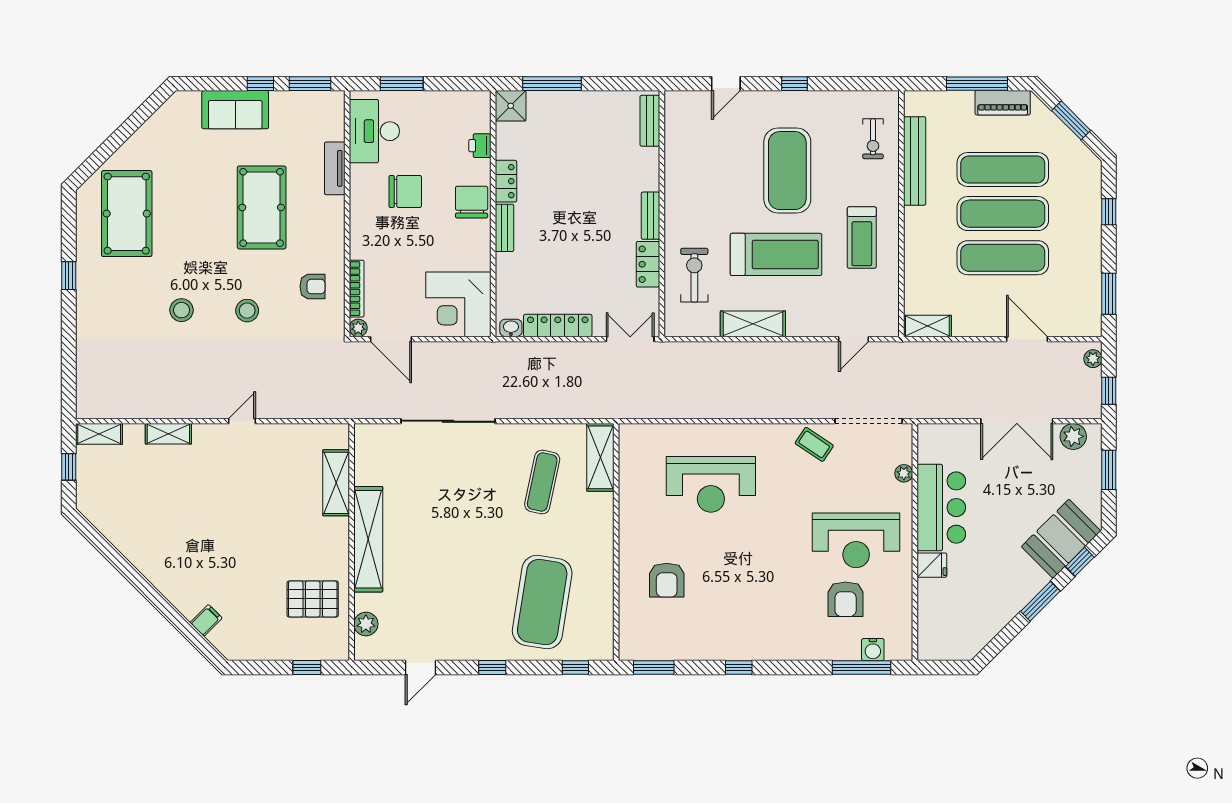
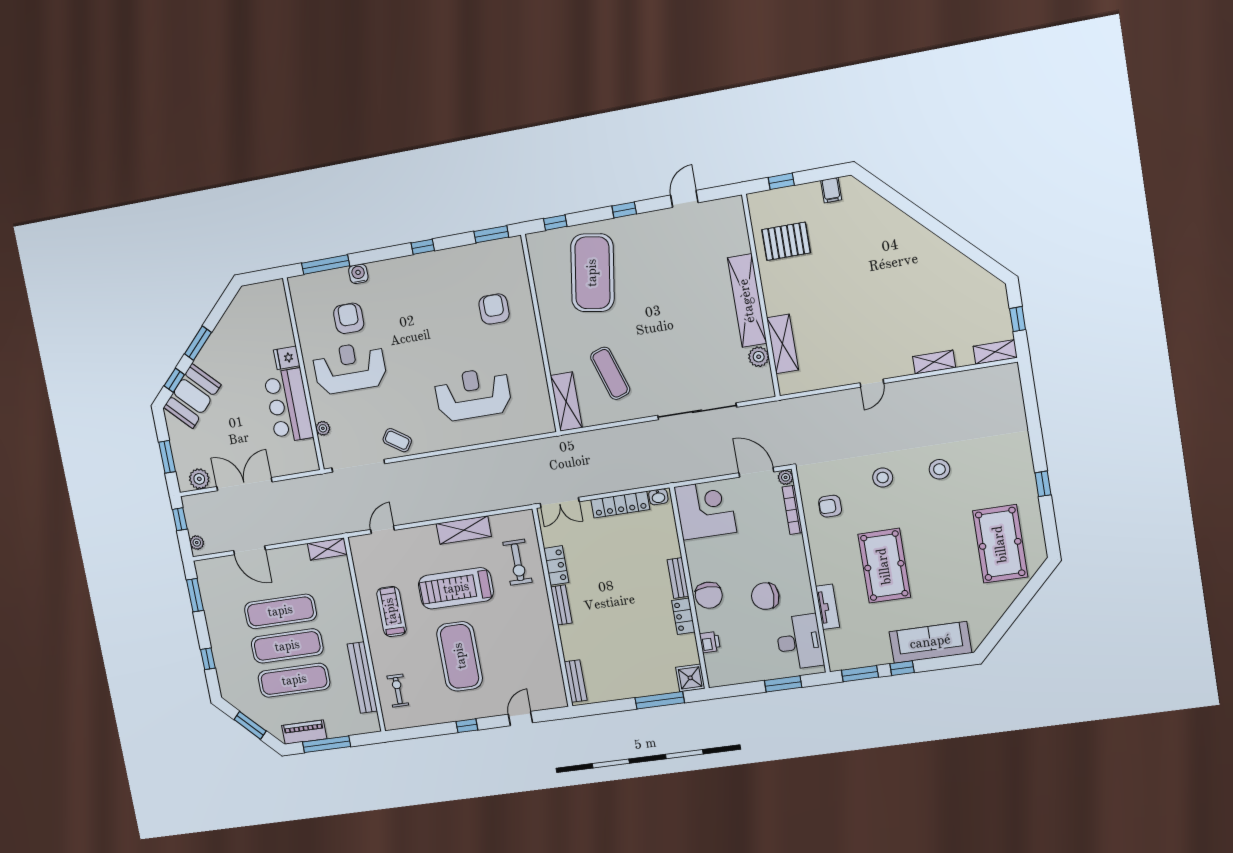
sofa: (235, 110) -> (930, 642), width x1.36
exercise mat: (542, 482) -> (610, 373), turned -30
filing cabinet: (206, 620) -> (831, 190), moved, turned -45
plant: (366, 624) -> (759, 357), moved
water cooler: (873, 650) -> (358, 274), moved

